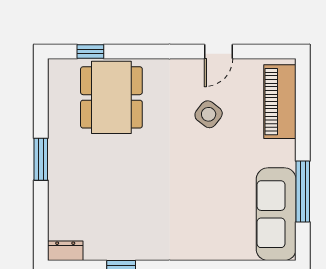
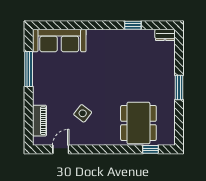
door: (218, 52) -> (61, 149), moved
piano: (280, 102) -> (39, 121), width x0.73, depth x0.75
sofa: (276, 214) -> (59, 41), moved, turned 90

